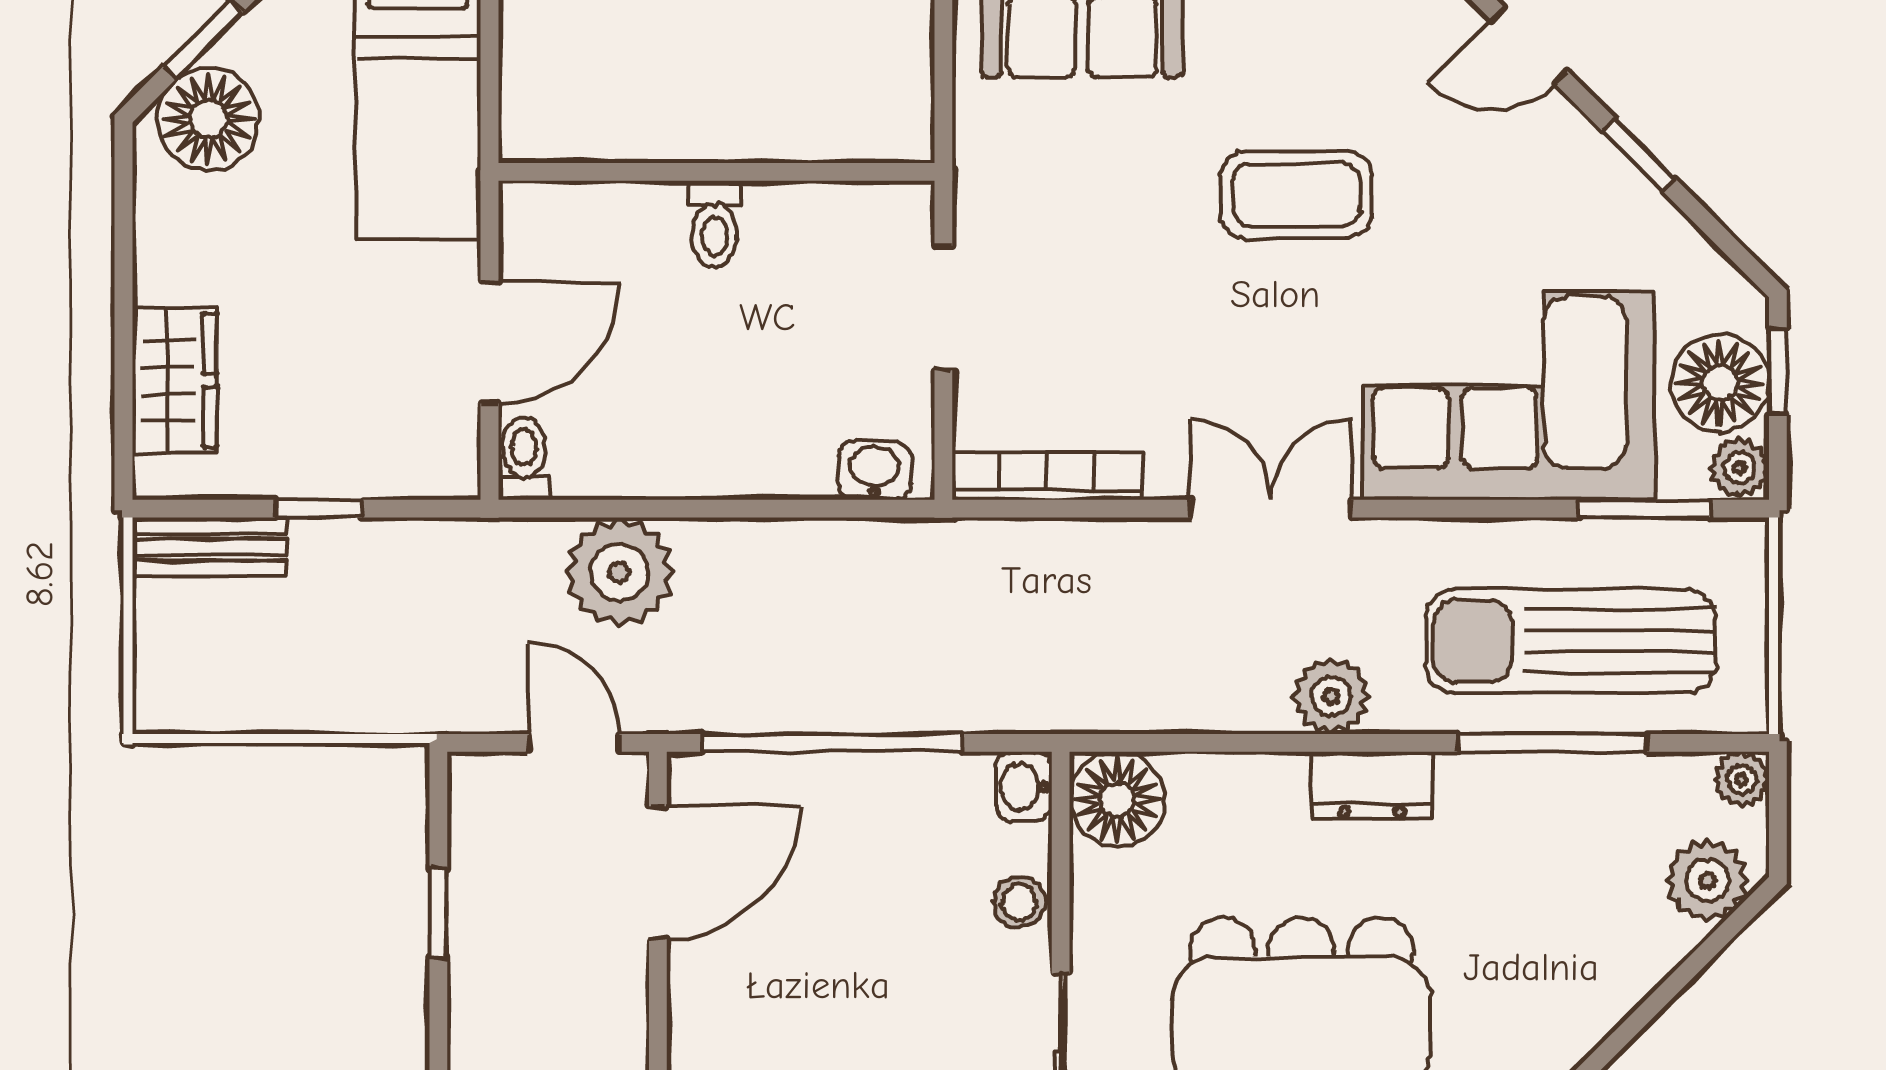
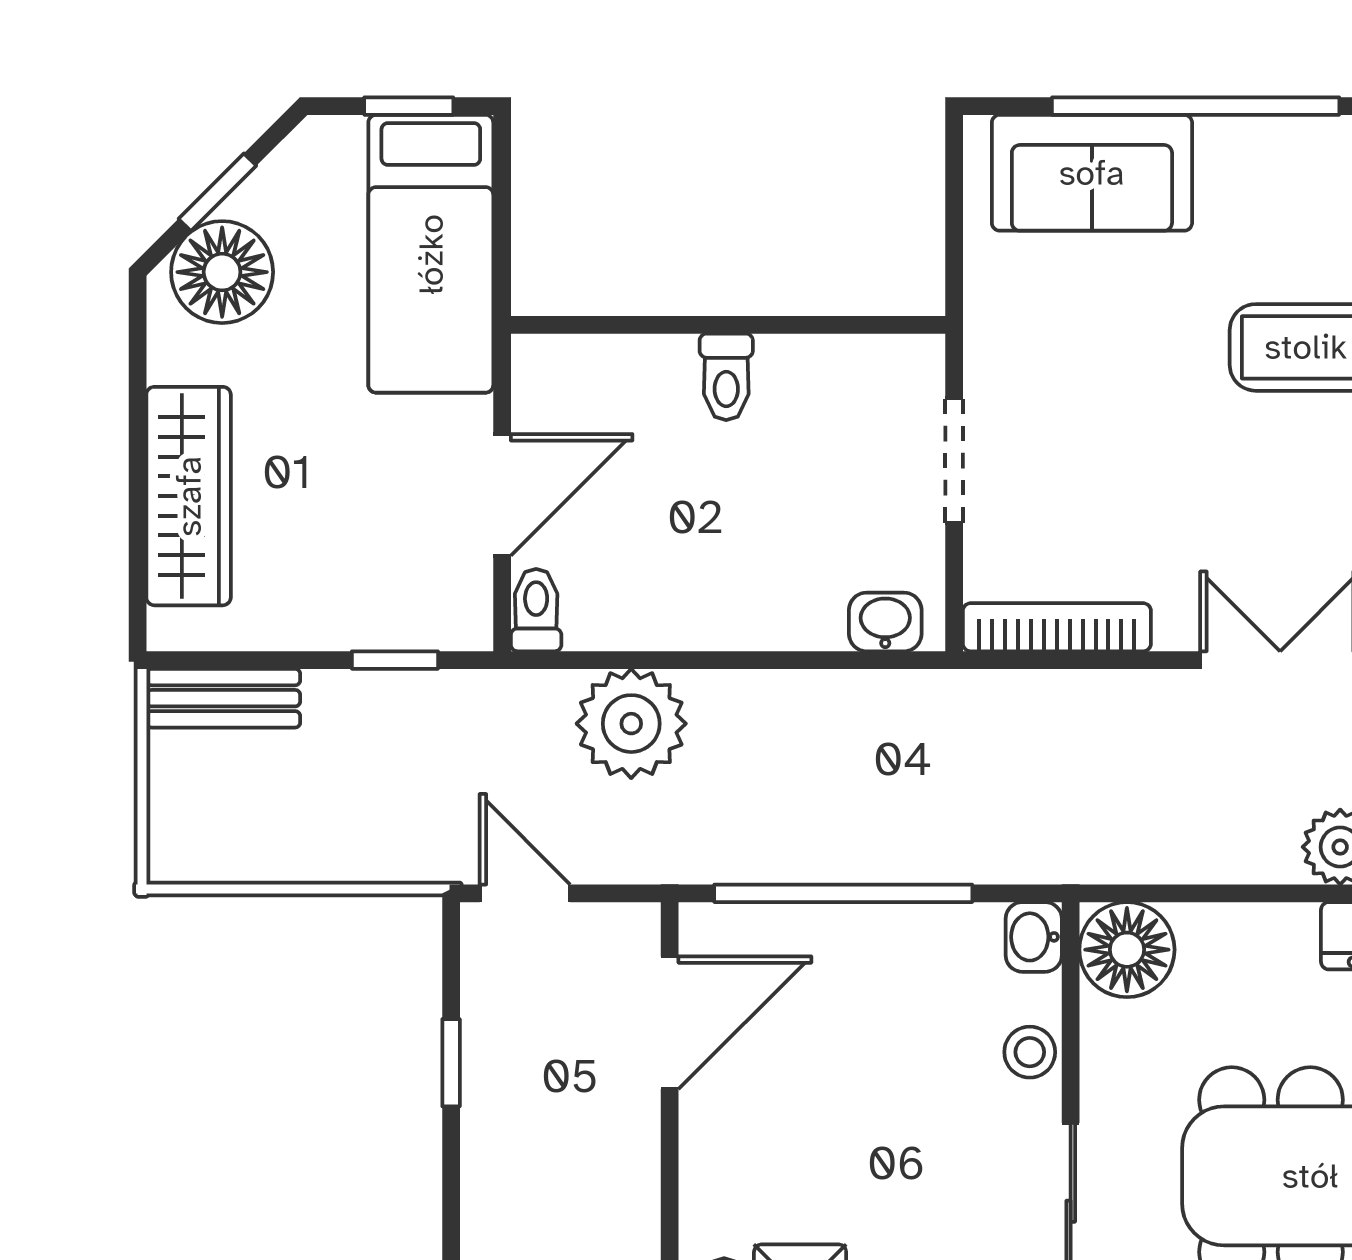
wardrobe: (175, 380) -> (189, 496), width x1.50
window: (319, 509) -> (395, 660), moved
door: (574, 743) -> (525, 893), moved

